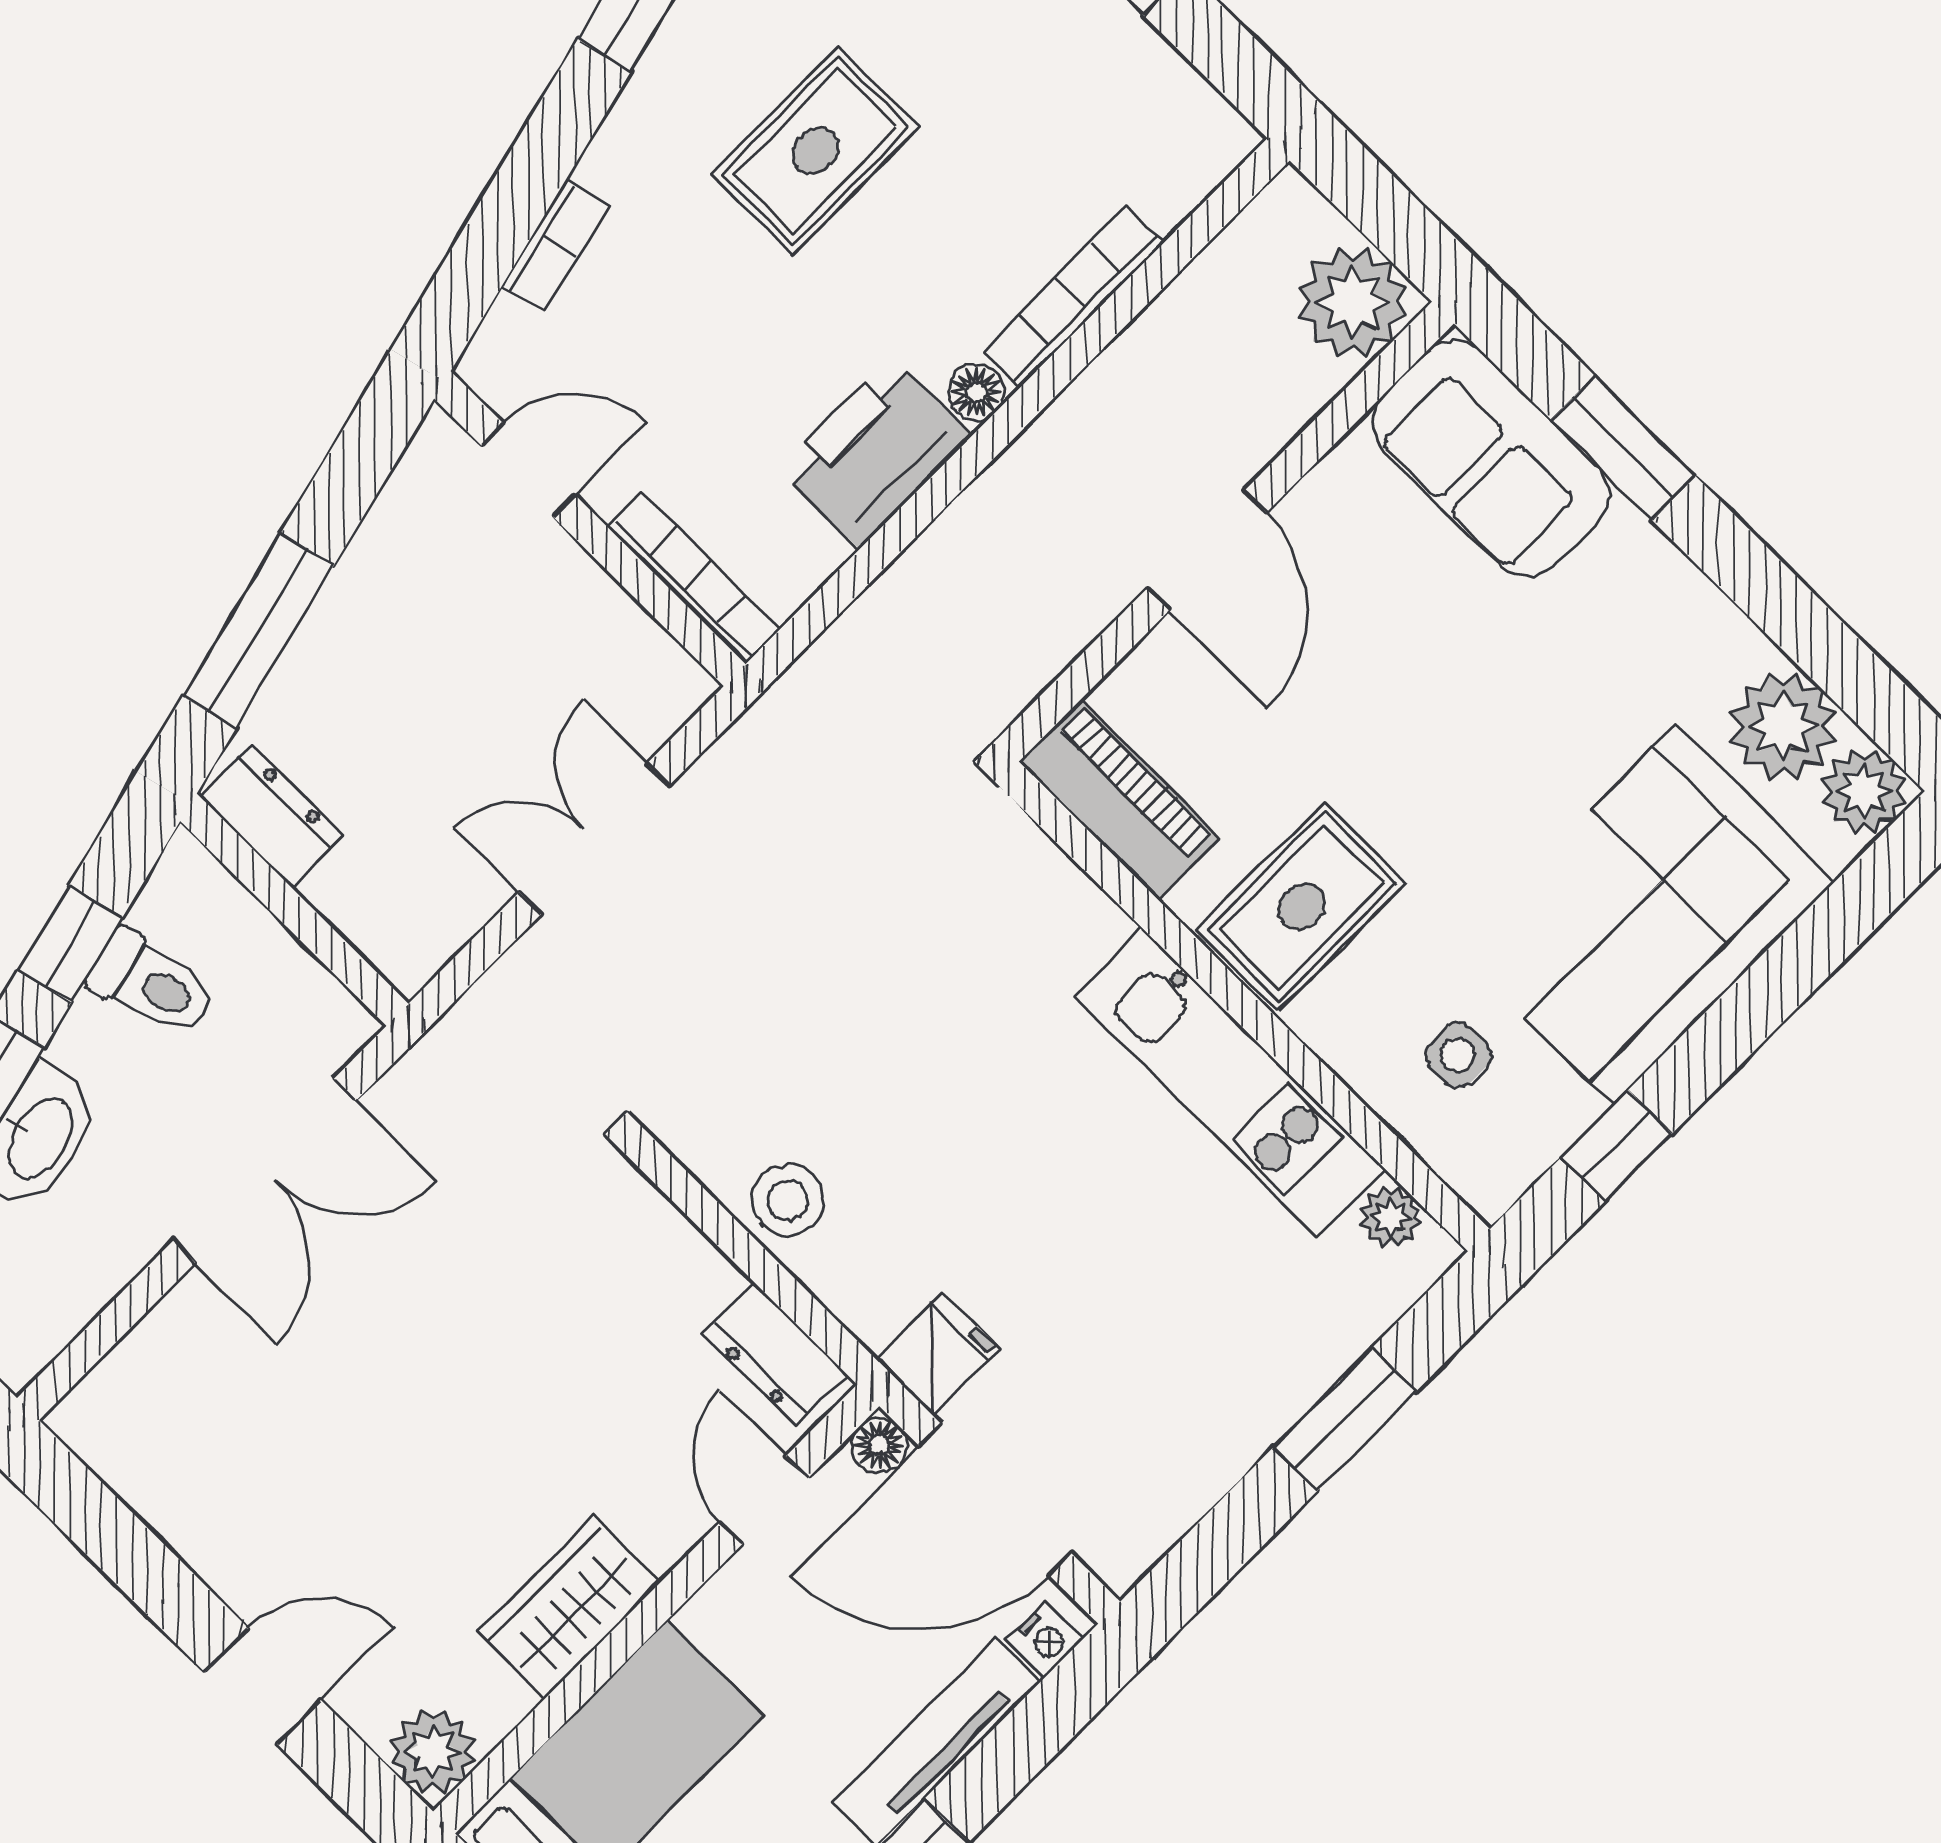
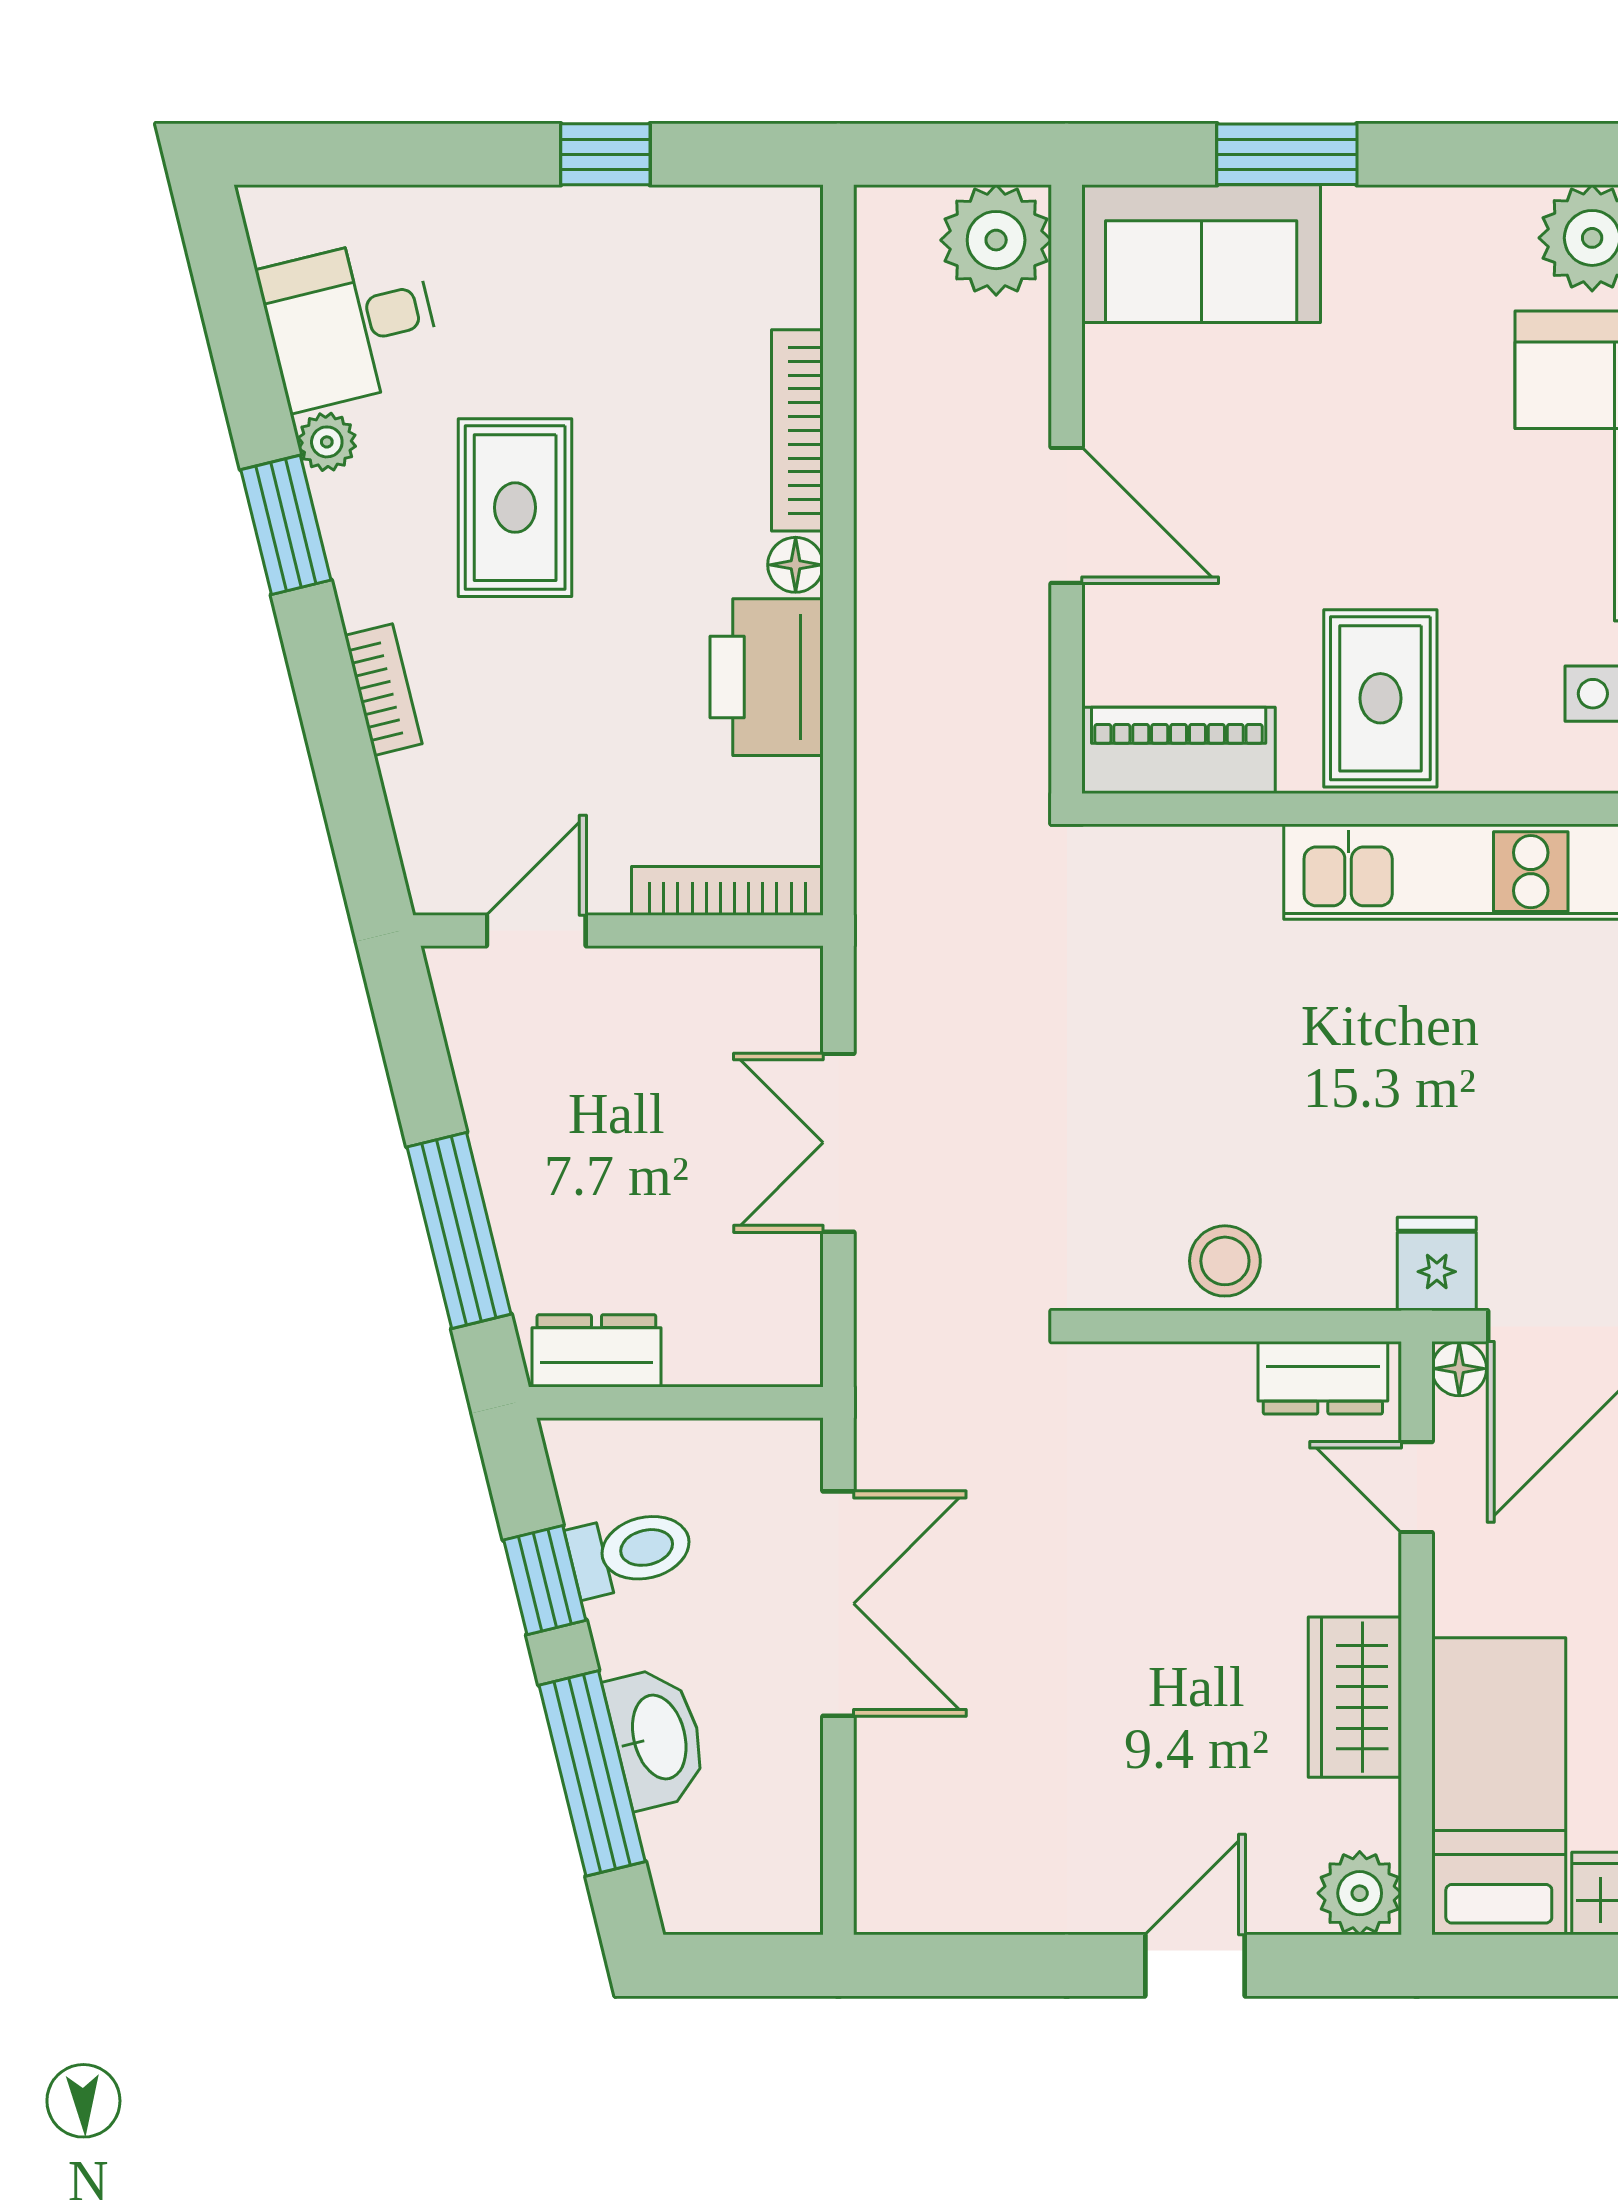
bookcase: (556, 245) -> (383, 690), moved

